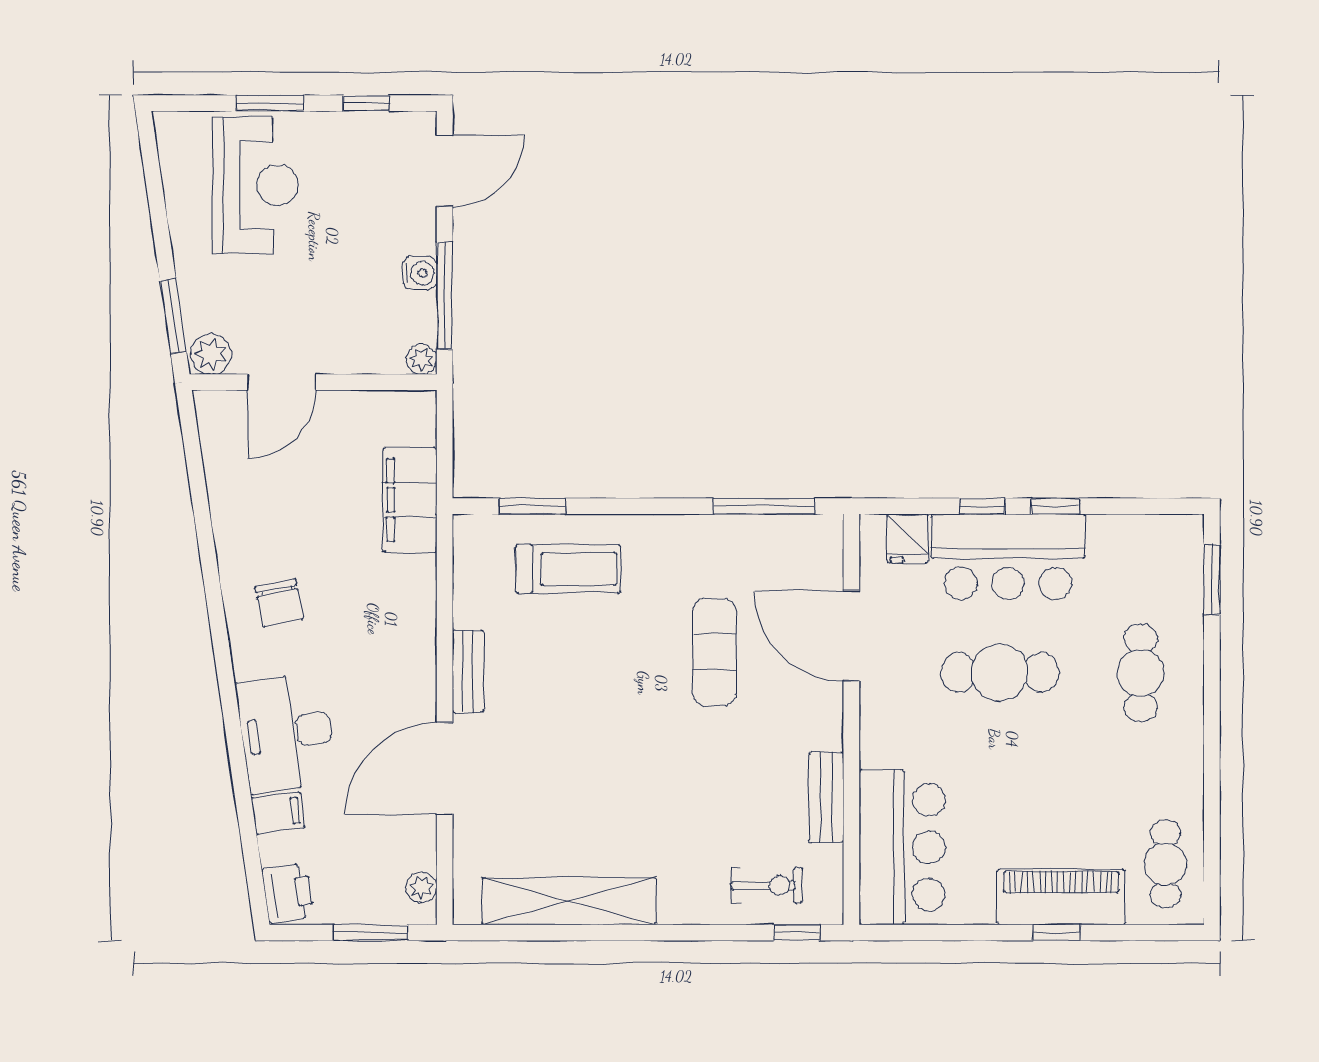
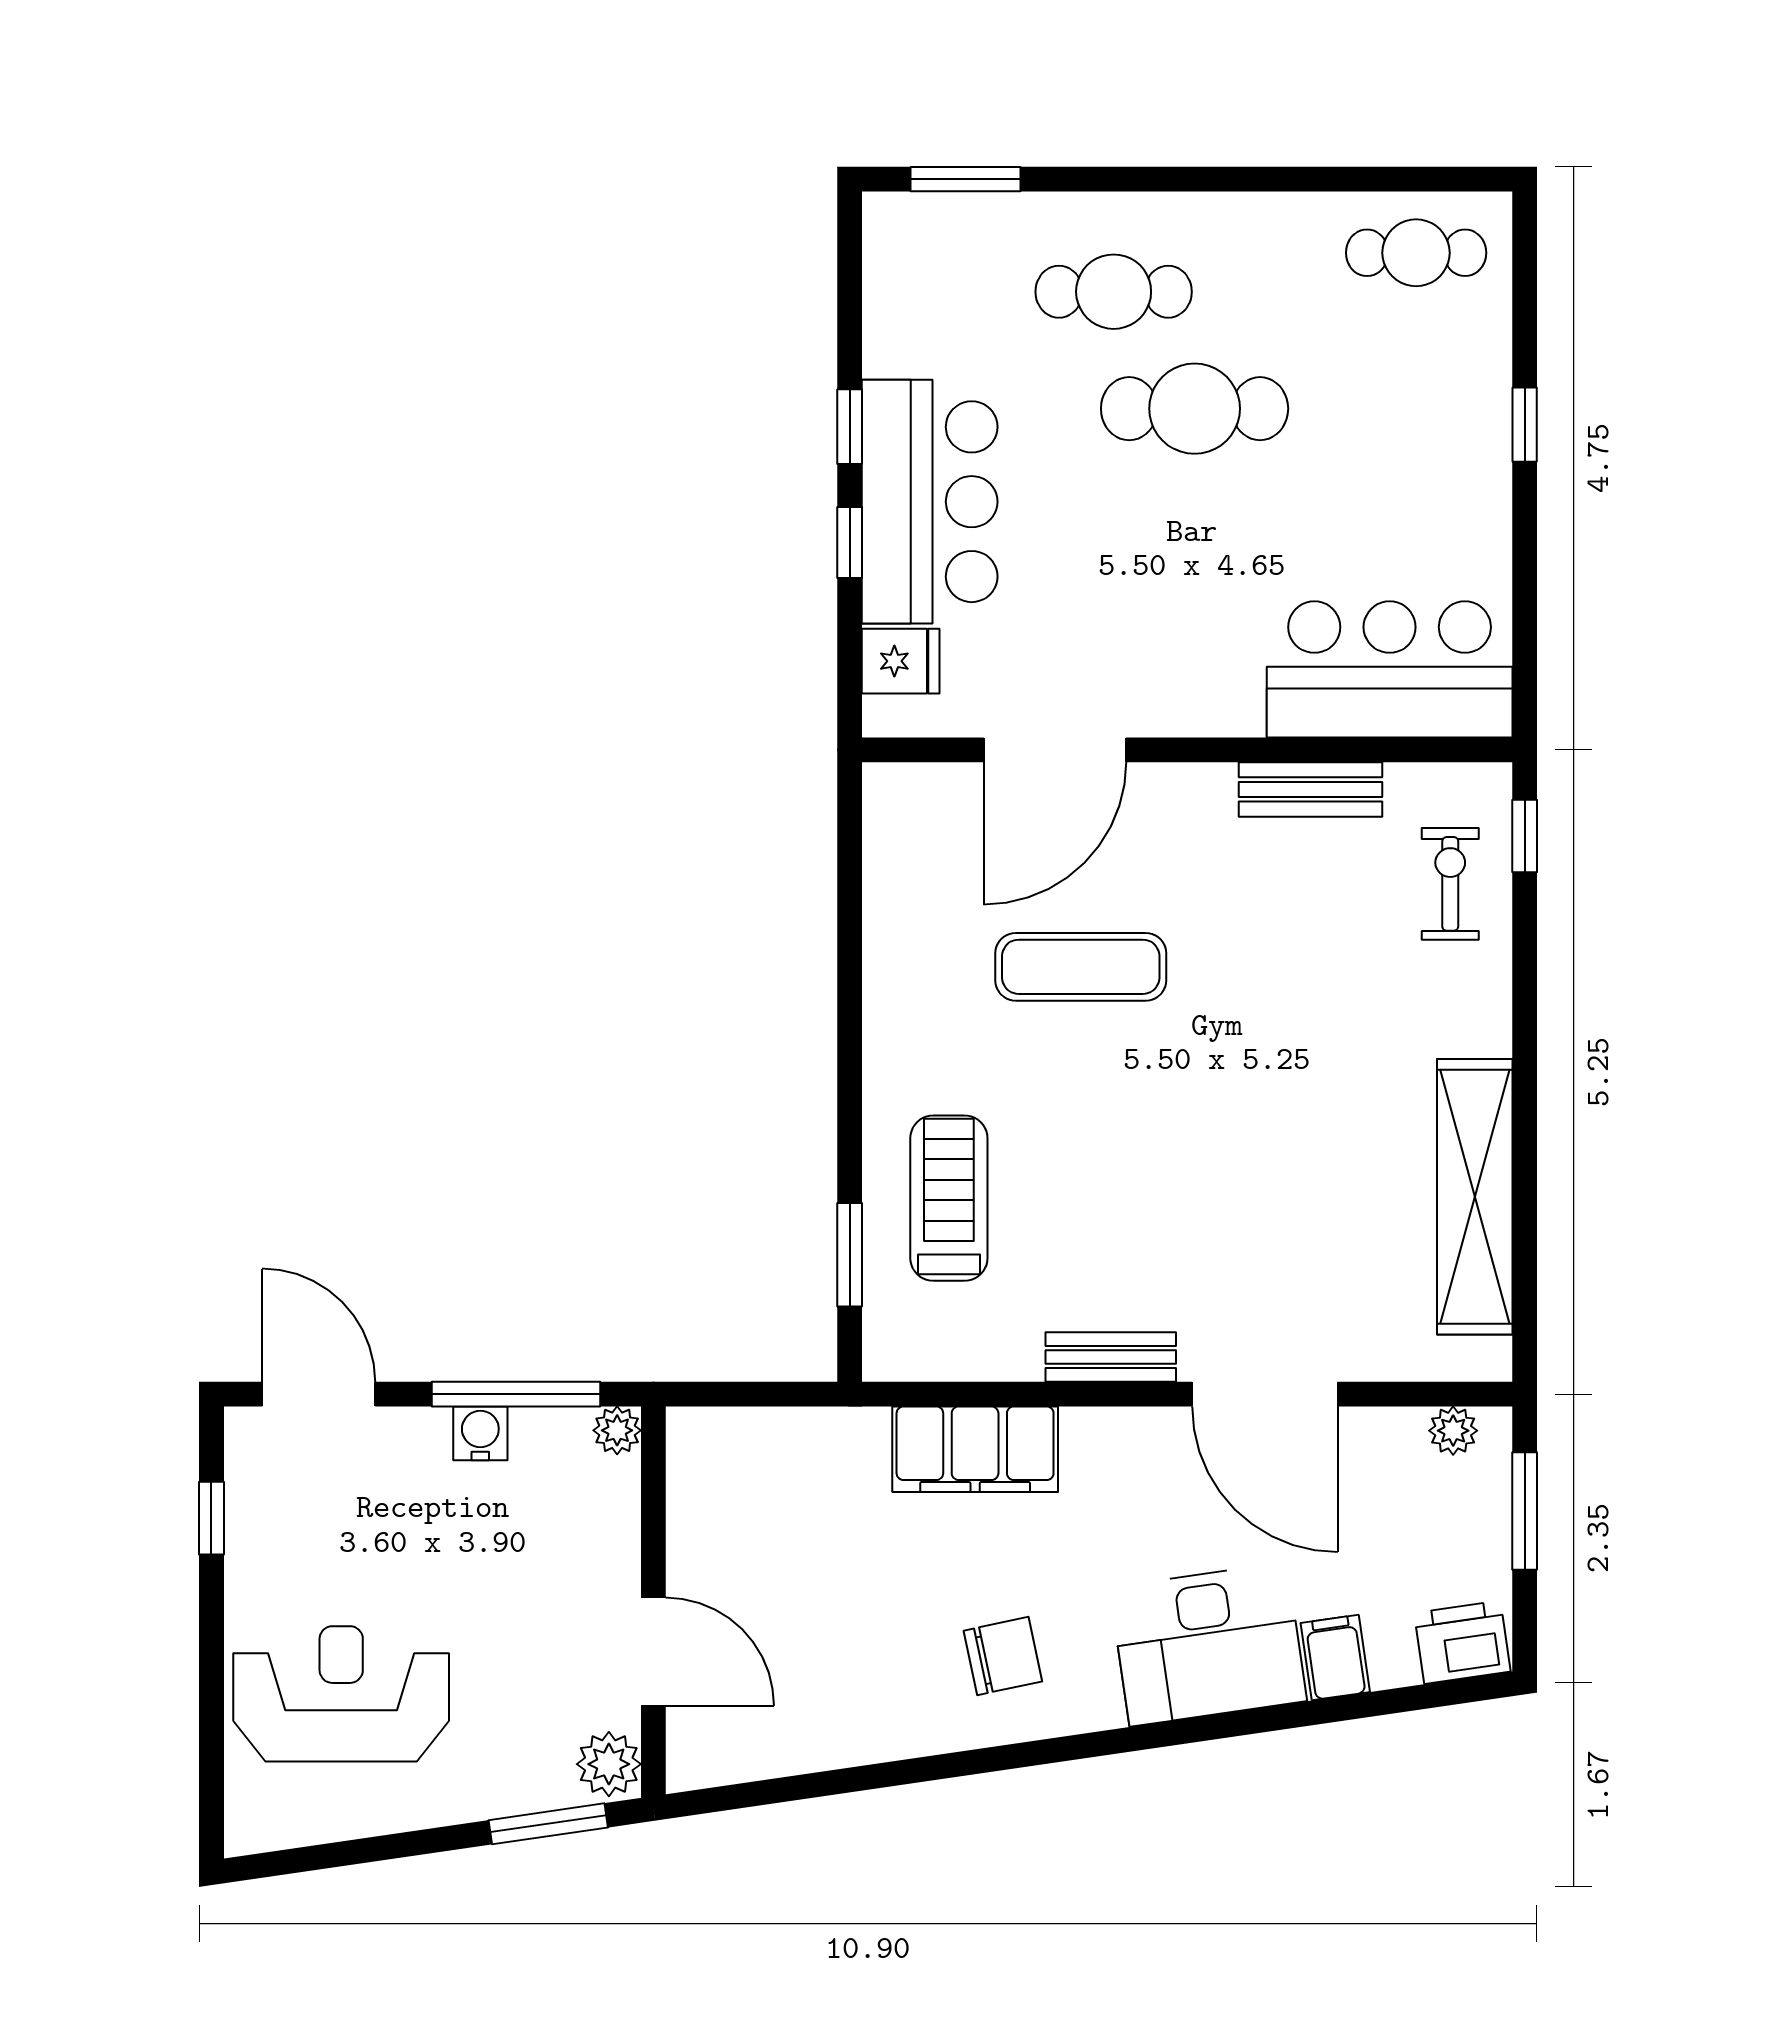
window: (270, 103) -> (211, 1670), removed
filing cabinet: (410, 500) -> (975, 1449), moved
window: (764, 506) -> (850, 888), removed
cafe table: (1000, 672) -> (1195, 409), moved, turned 90
piano: (1061, 897) -> (1468, 418), removed

